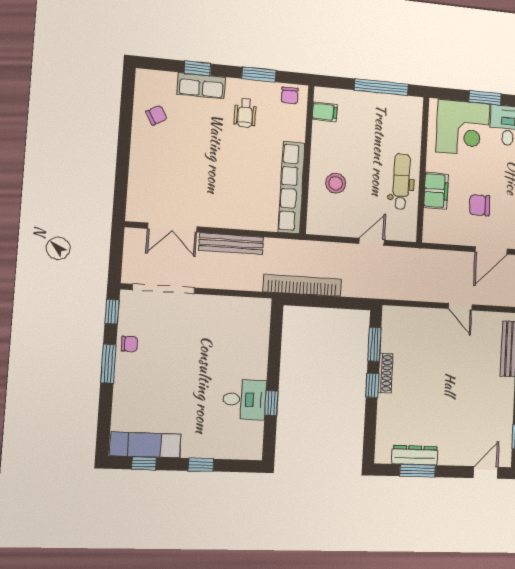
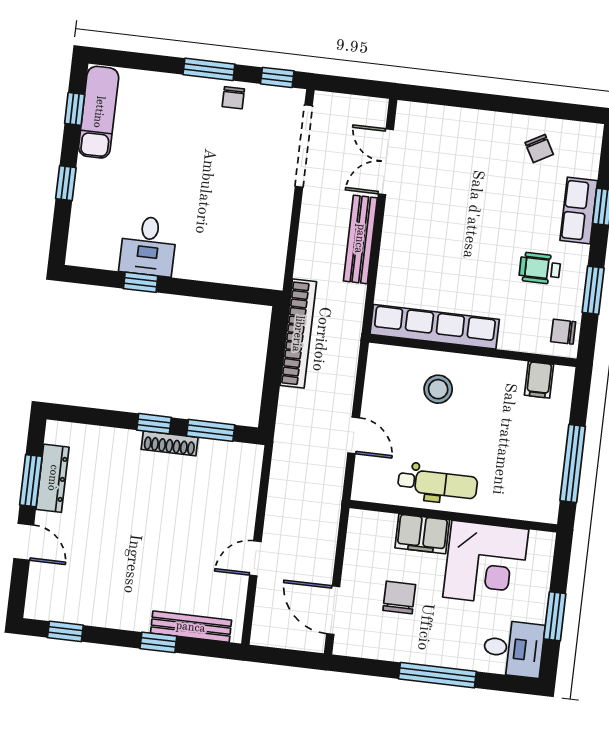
corner desk: (463, 128) -> (486, 563), moved, turned -90
door: (486, 472) -> (24, 542), moved

